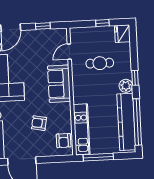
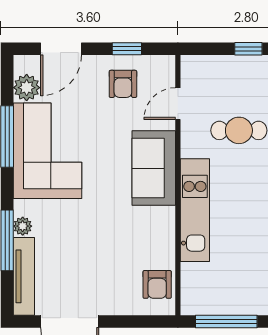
armchair: (39, 123) -> (123, 84), moved, turned -101
kitchen unit: (81, 129) -> (195, 210), moved

